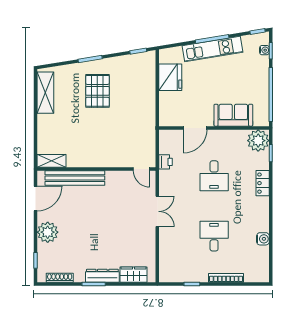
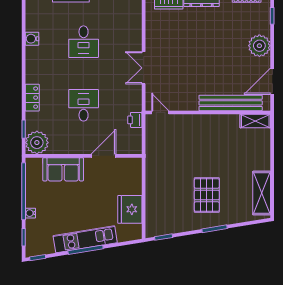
water cooler: (264, 50) -> (30, 213), moved

